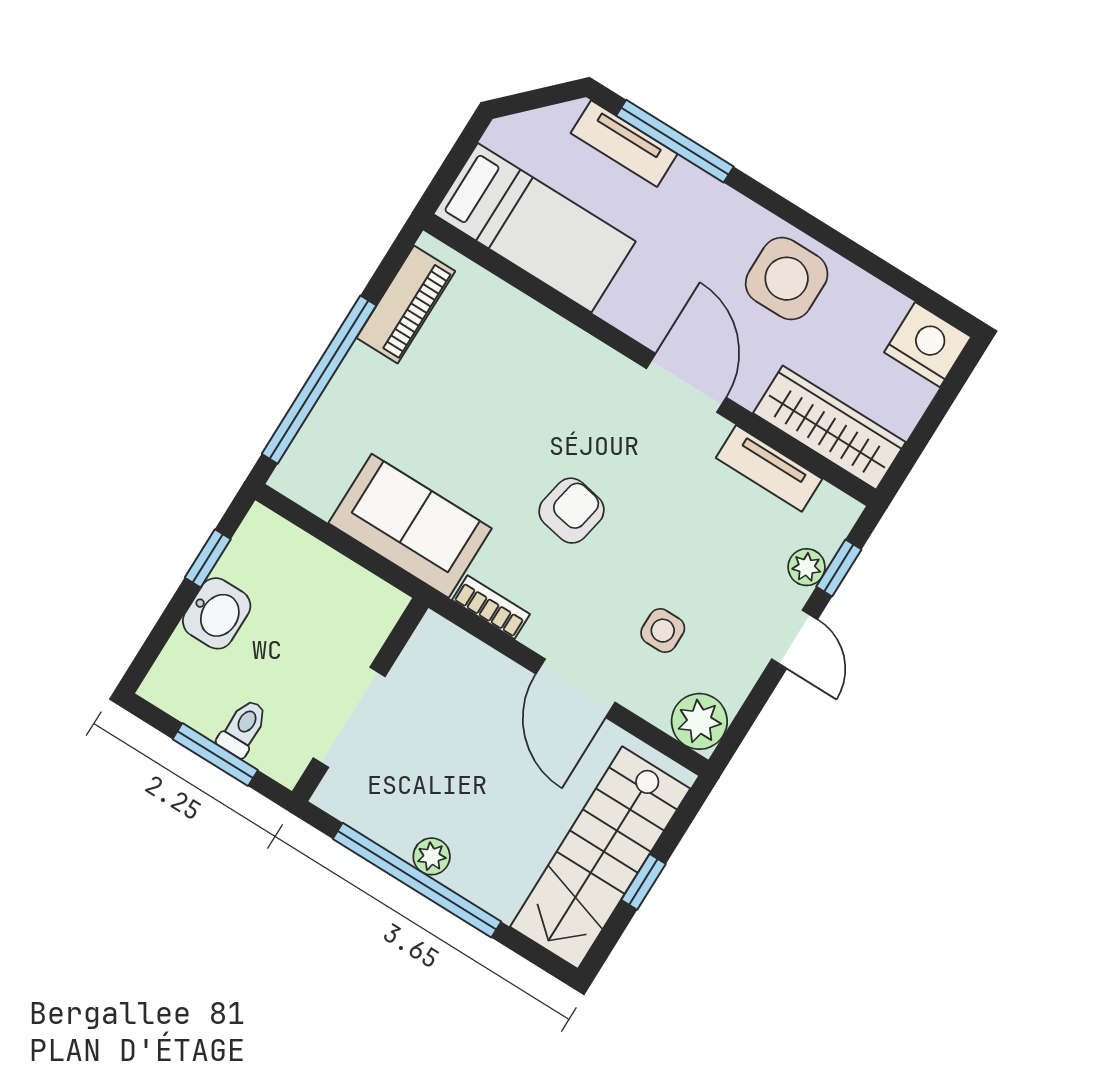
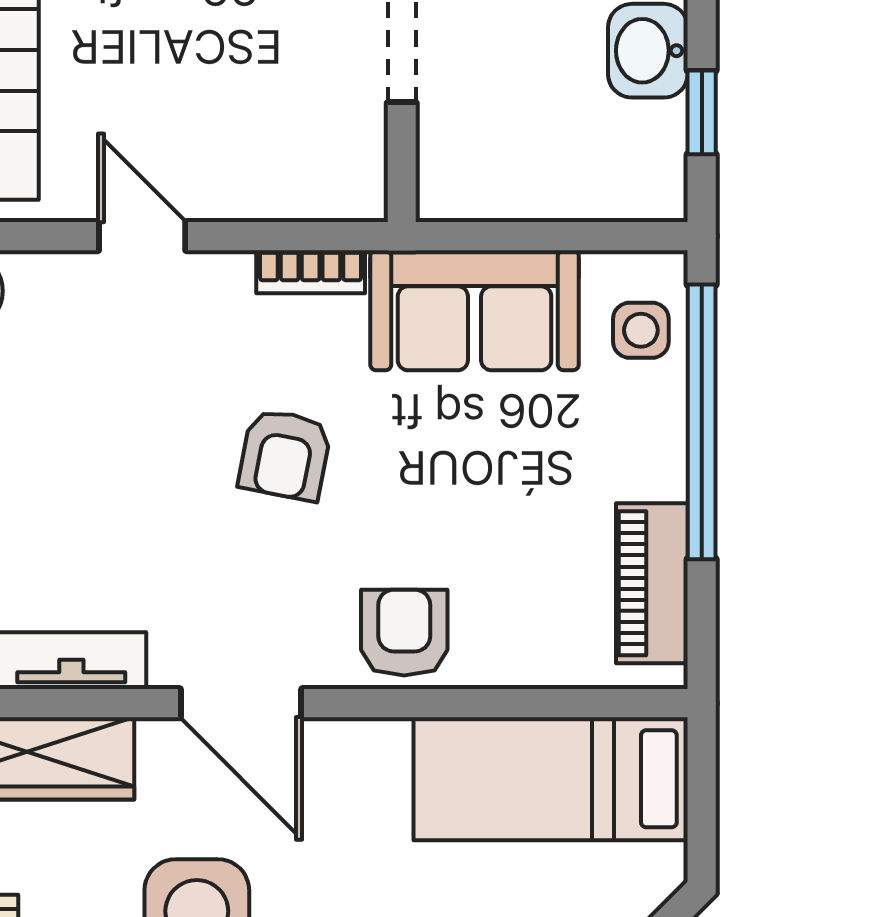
armchair: (567, 365) -> (404, 633), added
side table: (663, 631) -> (641, 330), moved
door: (575, 688) -> (142, 236), width x0.73

